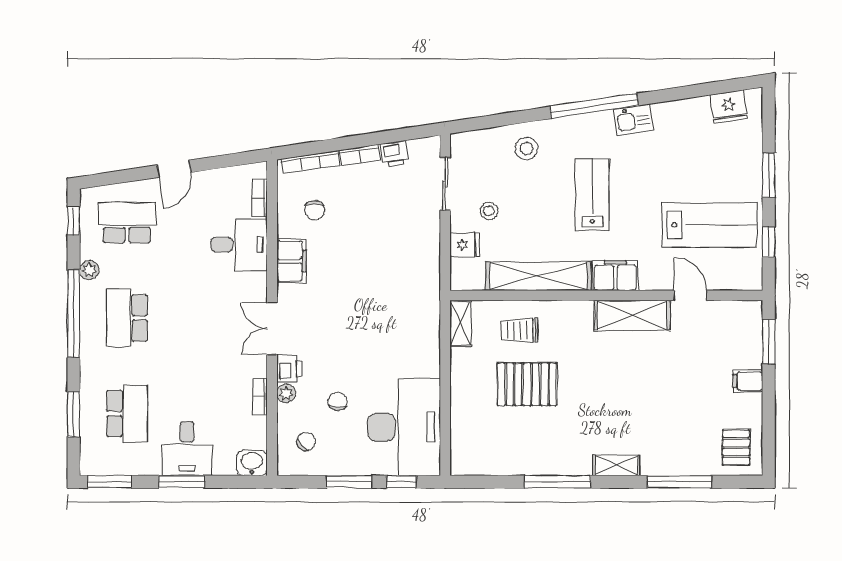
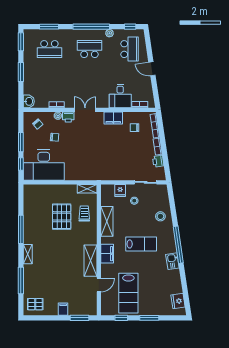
shelving: (538, 276) -> (107, 221), width x0.68
desk: (187, 449) -> (35, 74), removed

